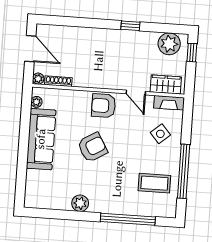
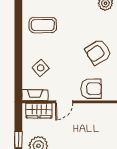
door: (136, 93) -> (64, 102), swing flipped
window: (184, 171) -> (18, 37), removed

